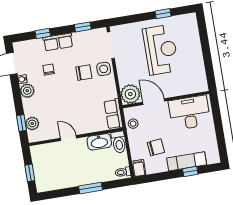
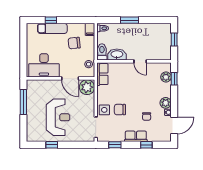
reception desk: (161, 50) -> (58, 117), turned 180
window: (208, 62) -> (23, 102), added

